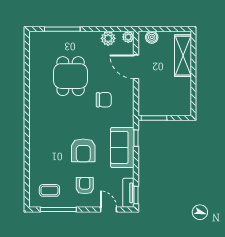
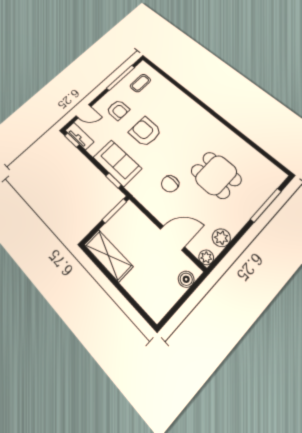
shelving: (183, 56) -> (108, 255), moved

